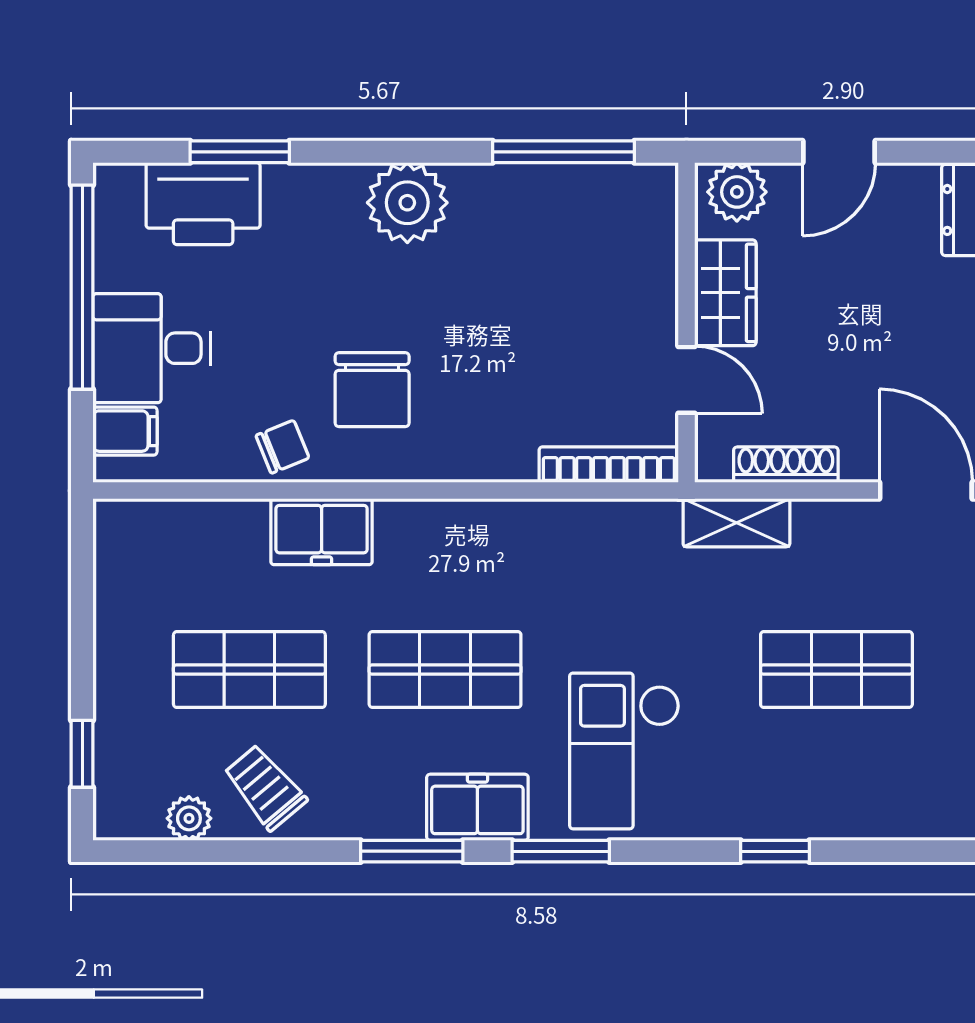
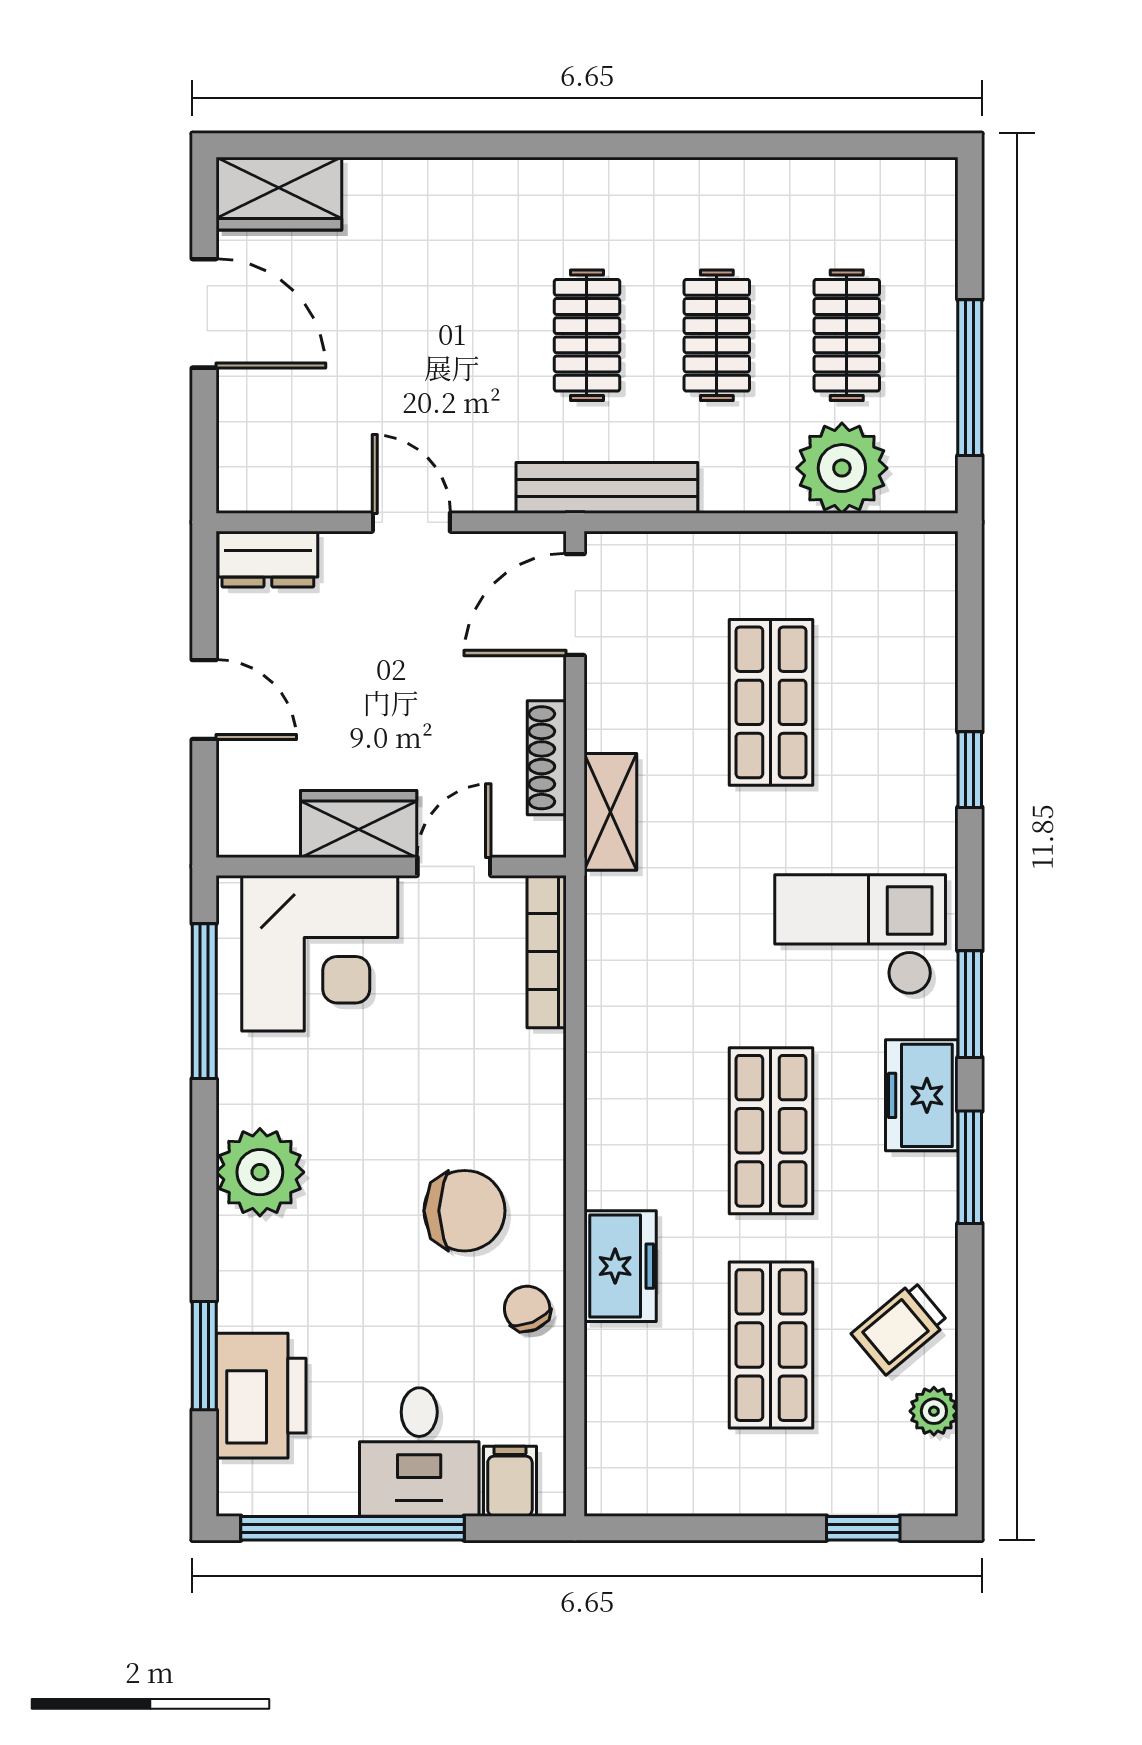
plant: (737, 192) -> (248, 811), removed
corner desk: (607, 257) -> (320, 953), added
checkout: (624, 751) -> (860, 934), turned 180

